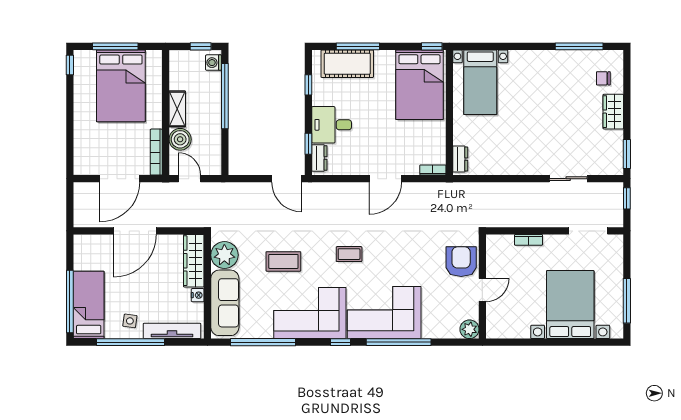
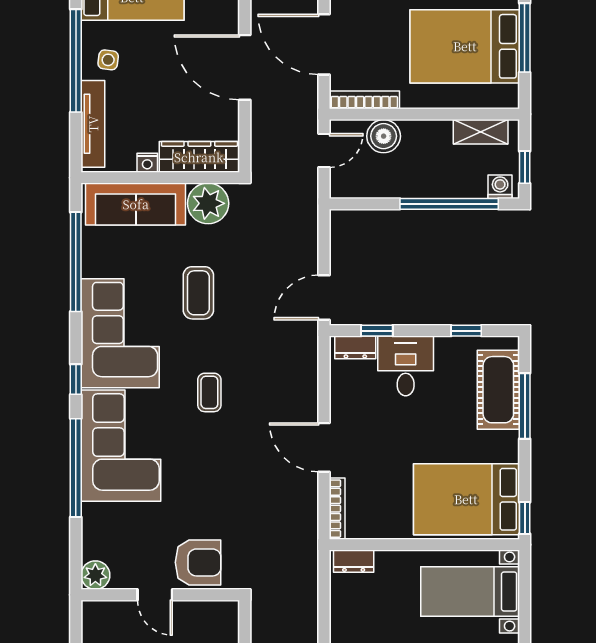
shelving: (177, 109) -> (481, 132), moved
bookcase: (433, 170) -> (337, 509), width x1.56

